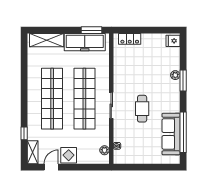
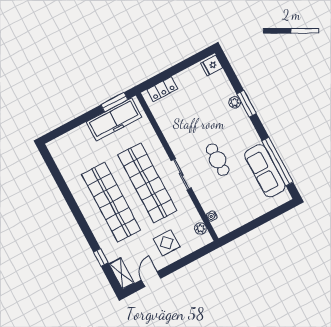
shelving: (47, 40) -> (70, 140), removed
display table: (69, 155) -> (167, 243), moved

